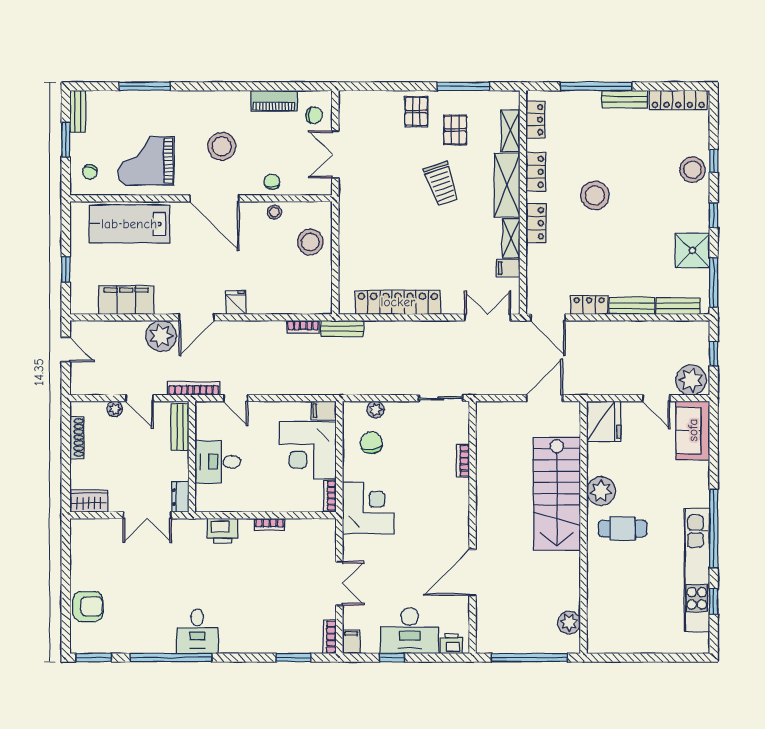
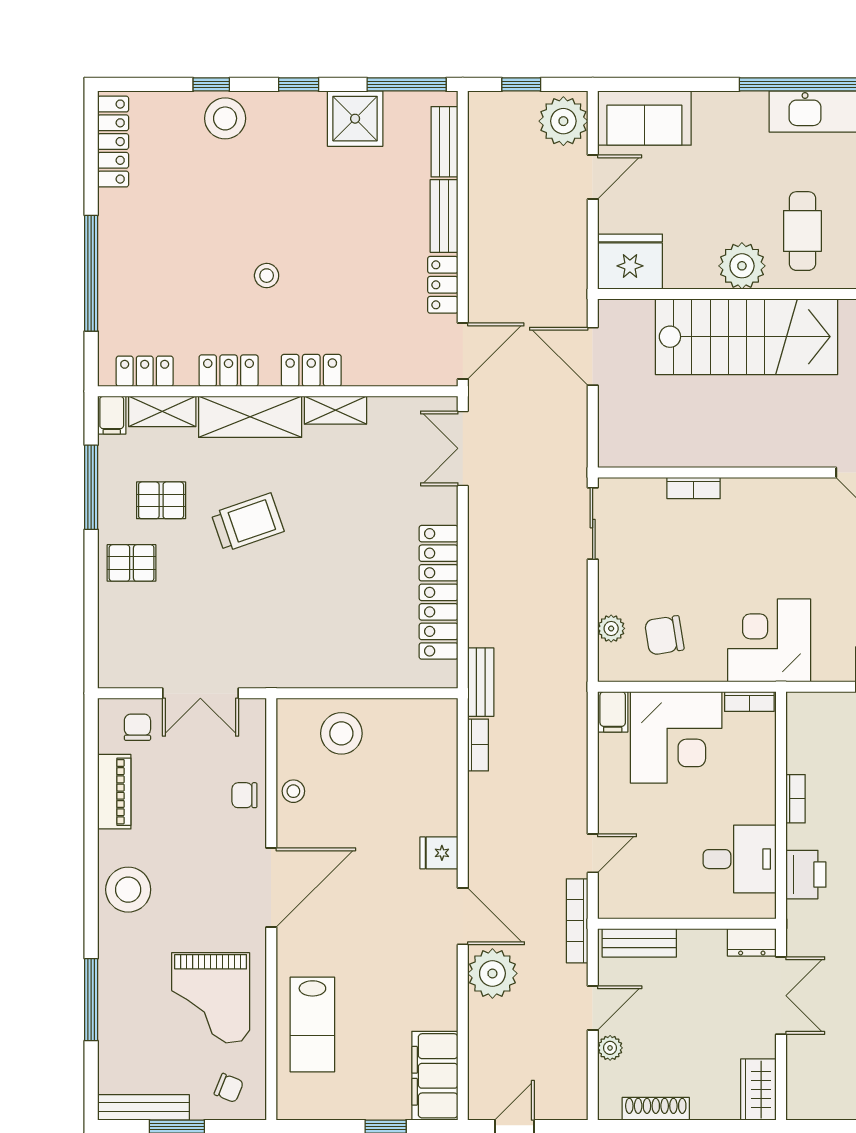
bench: (625, 99) -> (112, 228), removed
bench: (78, 111) -> (143, 1107), width x1.36
stool: (222, 146) -> (128, 890), moved
stool: (595, 195) -> (267, 276), width x0.53, depth x0.53
lab bench: (129, 224) -> (312, 1024), width x0.73, depth x0.72
filing cabinet: (508, 268) -> (112, 415), moved
filing cabinet: (126, 300) -> (435, 1076), moved
desk: (218, 462) -> (740, 859), moved, turned -90

